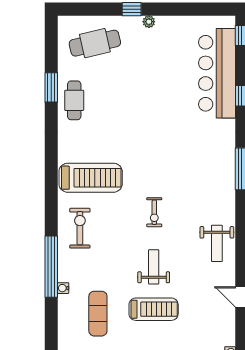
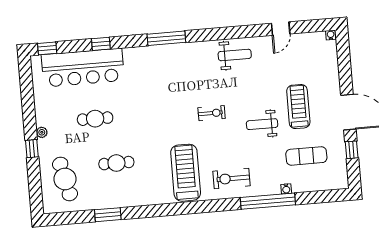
cafe table: (159, 82) -> (95, 119), added
cafe table: (74, 100) -> (116, 163), moved
weight bench: (154, 267) -> (262, 124), moved

